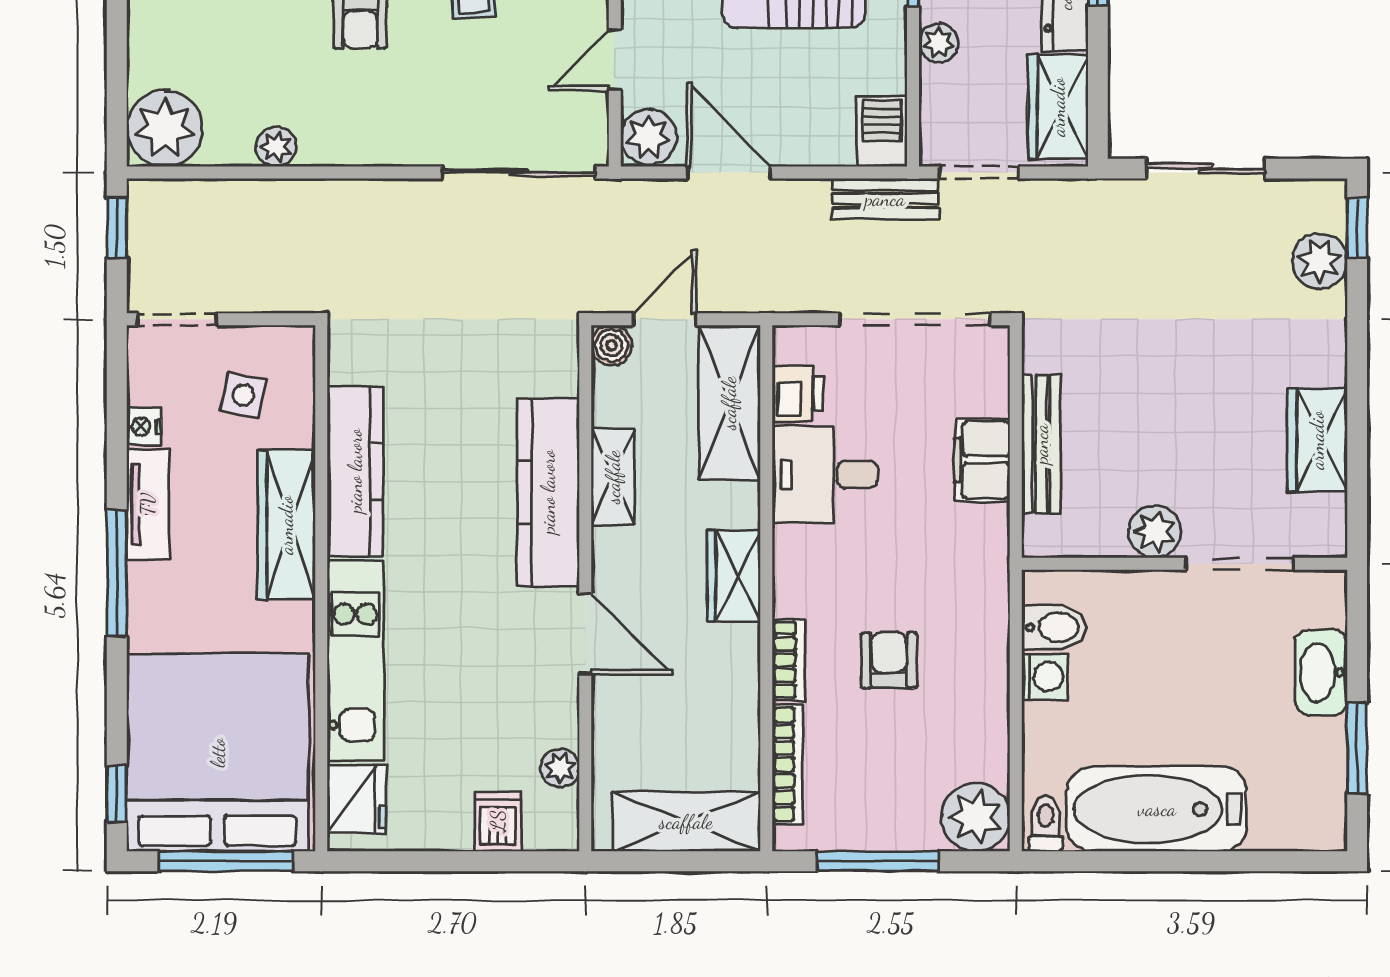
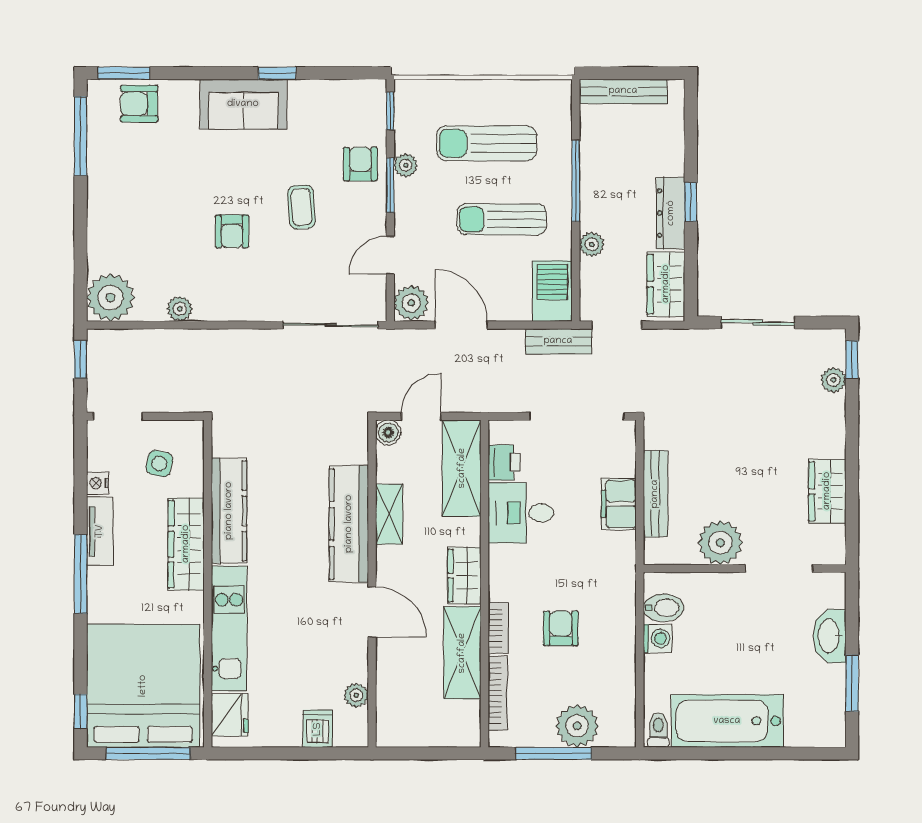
barbecue: (882, 131) -> (552, 291), width x1.38, depth x1.27
plant: (1320, 261) -> (833, 380), width x0.73, depth x0.73
plant: (1155, 532) -> (720, 543), width x1.36, depth x1.36
plant: (976, 817) -> (577, 726), moved
shelving: (686, 822) -> (462, 653), moved, turned 90

